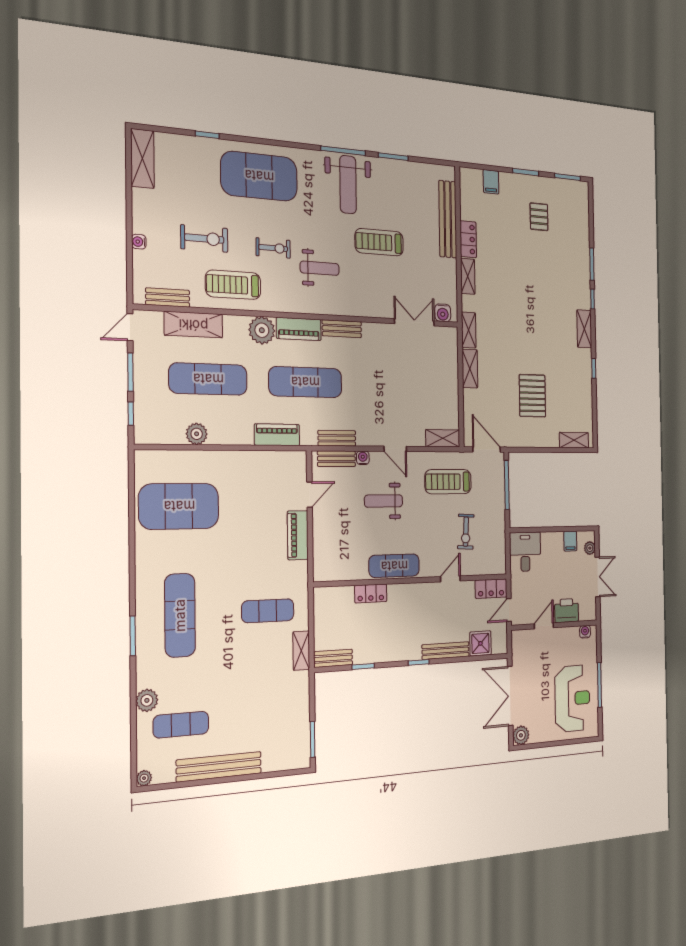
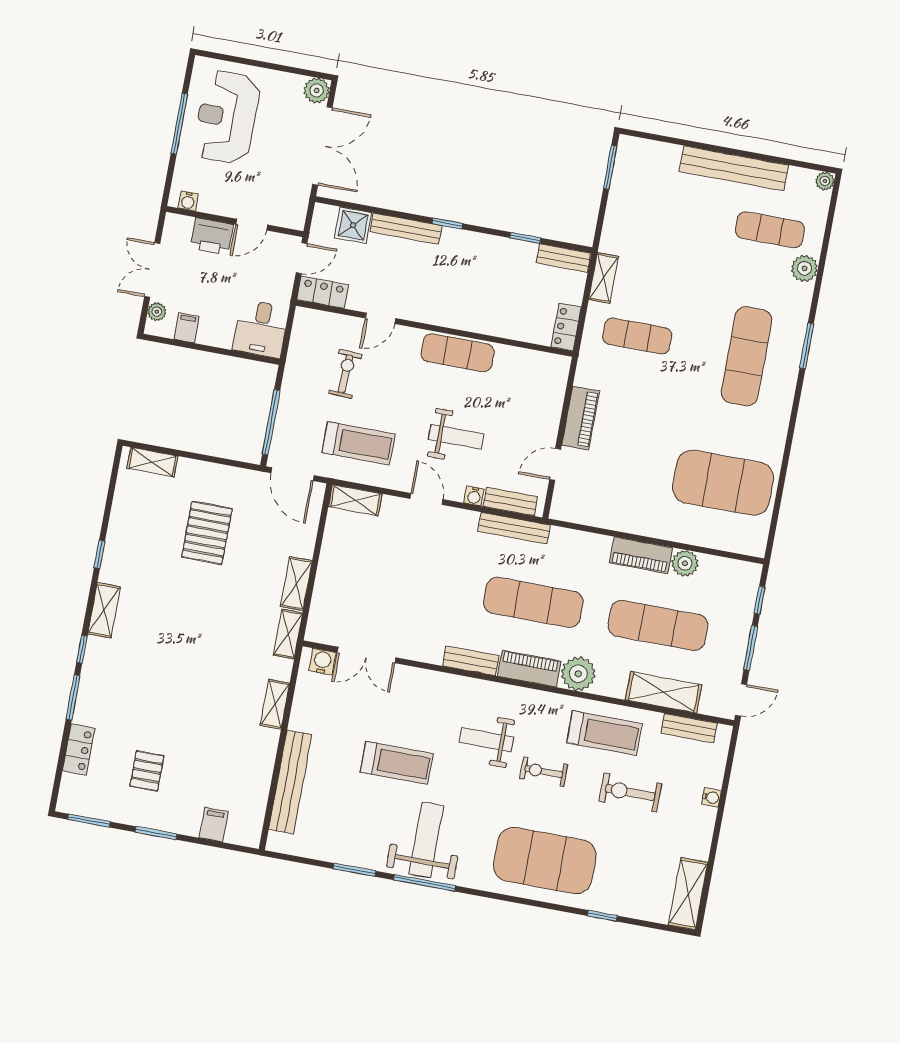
locker: (468, 239) -> (79, 750), moved, turned 180
piano: (277, 435) -> (641, 555), moved
bench: (337, 438) -> (514, 528), width x1.36
locker: (371, 593) -> (566, 327), moved, turned -90

